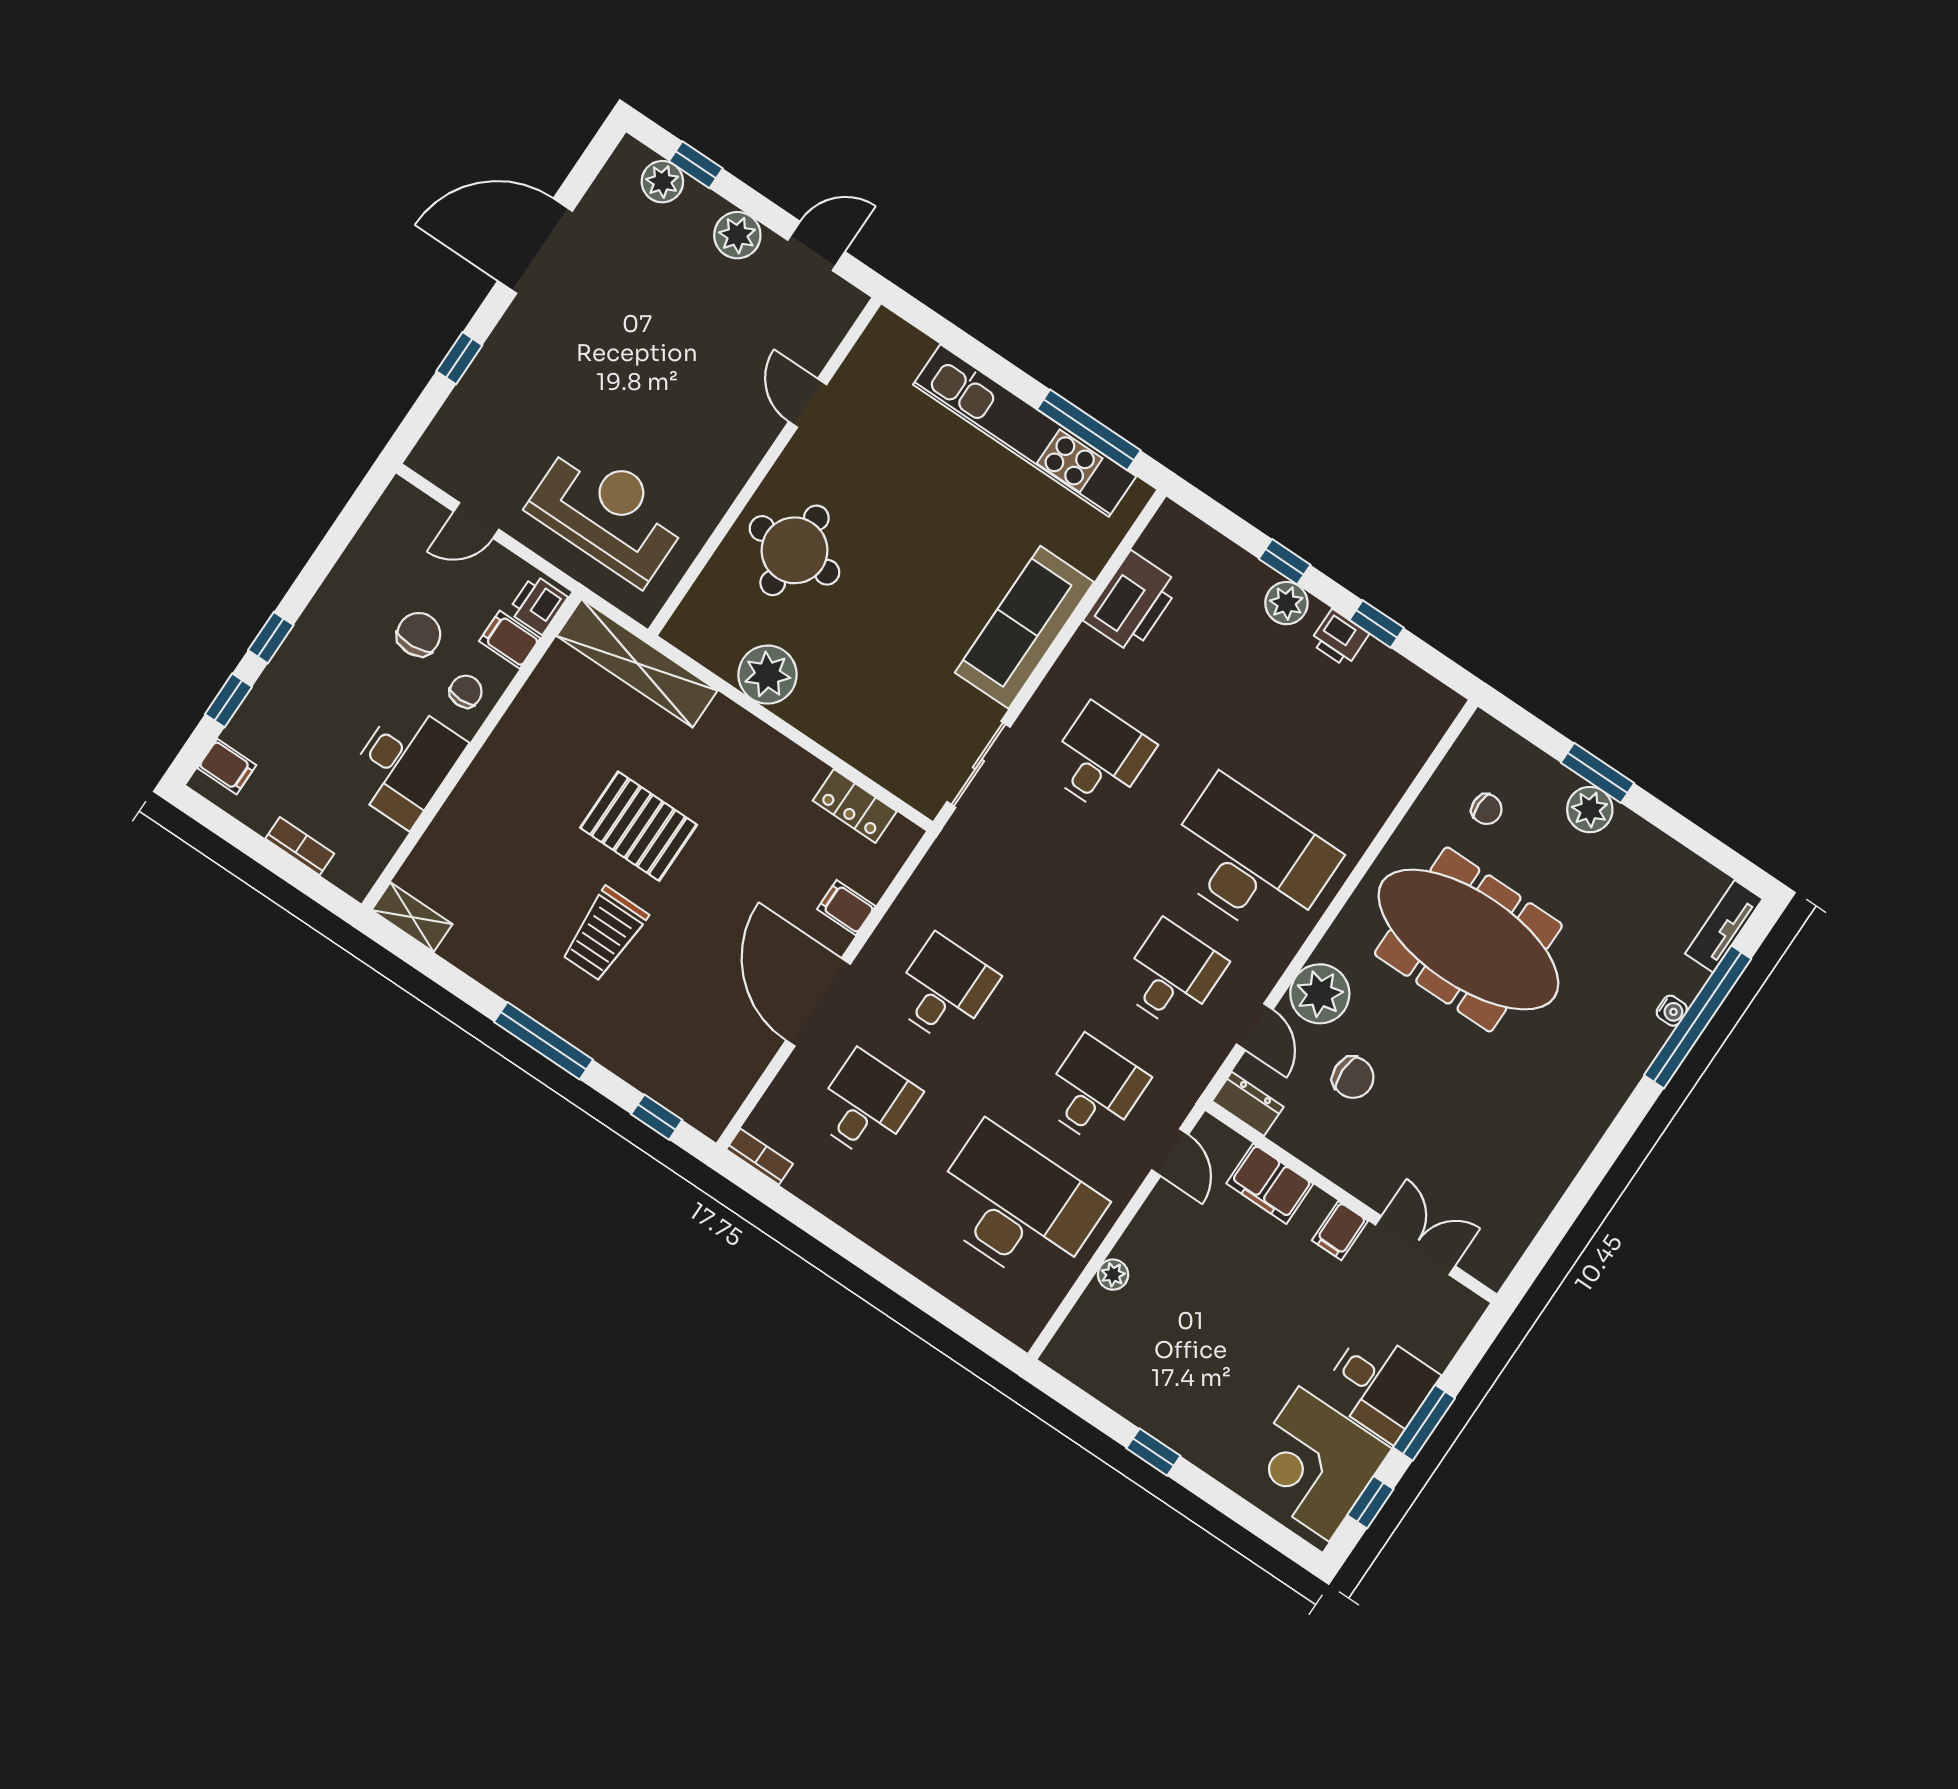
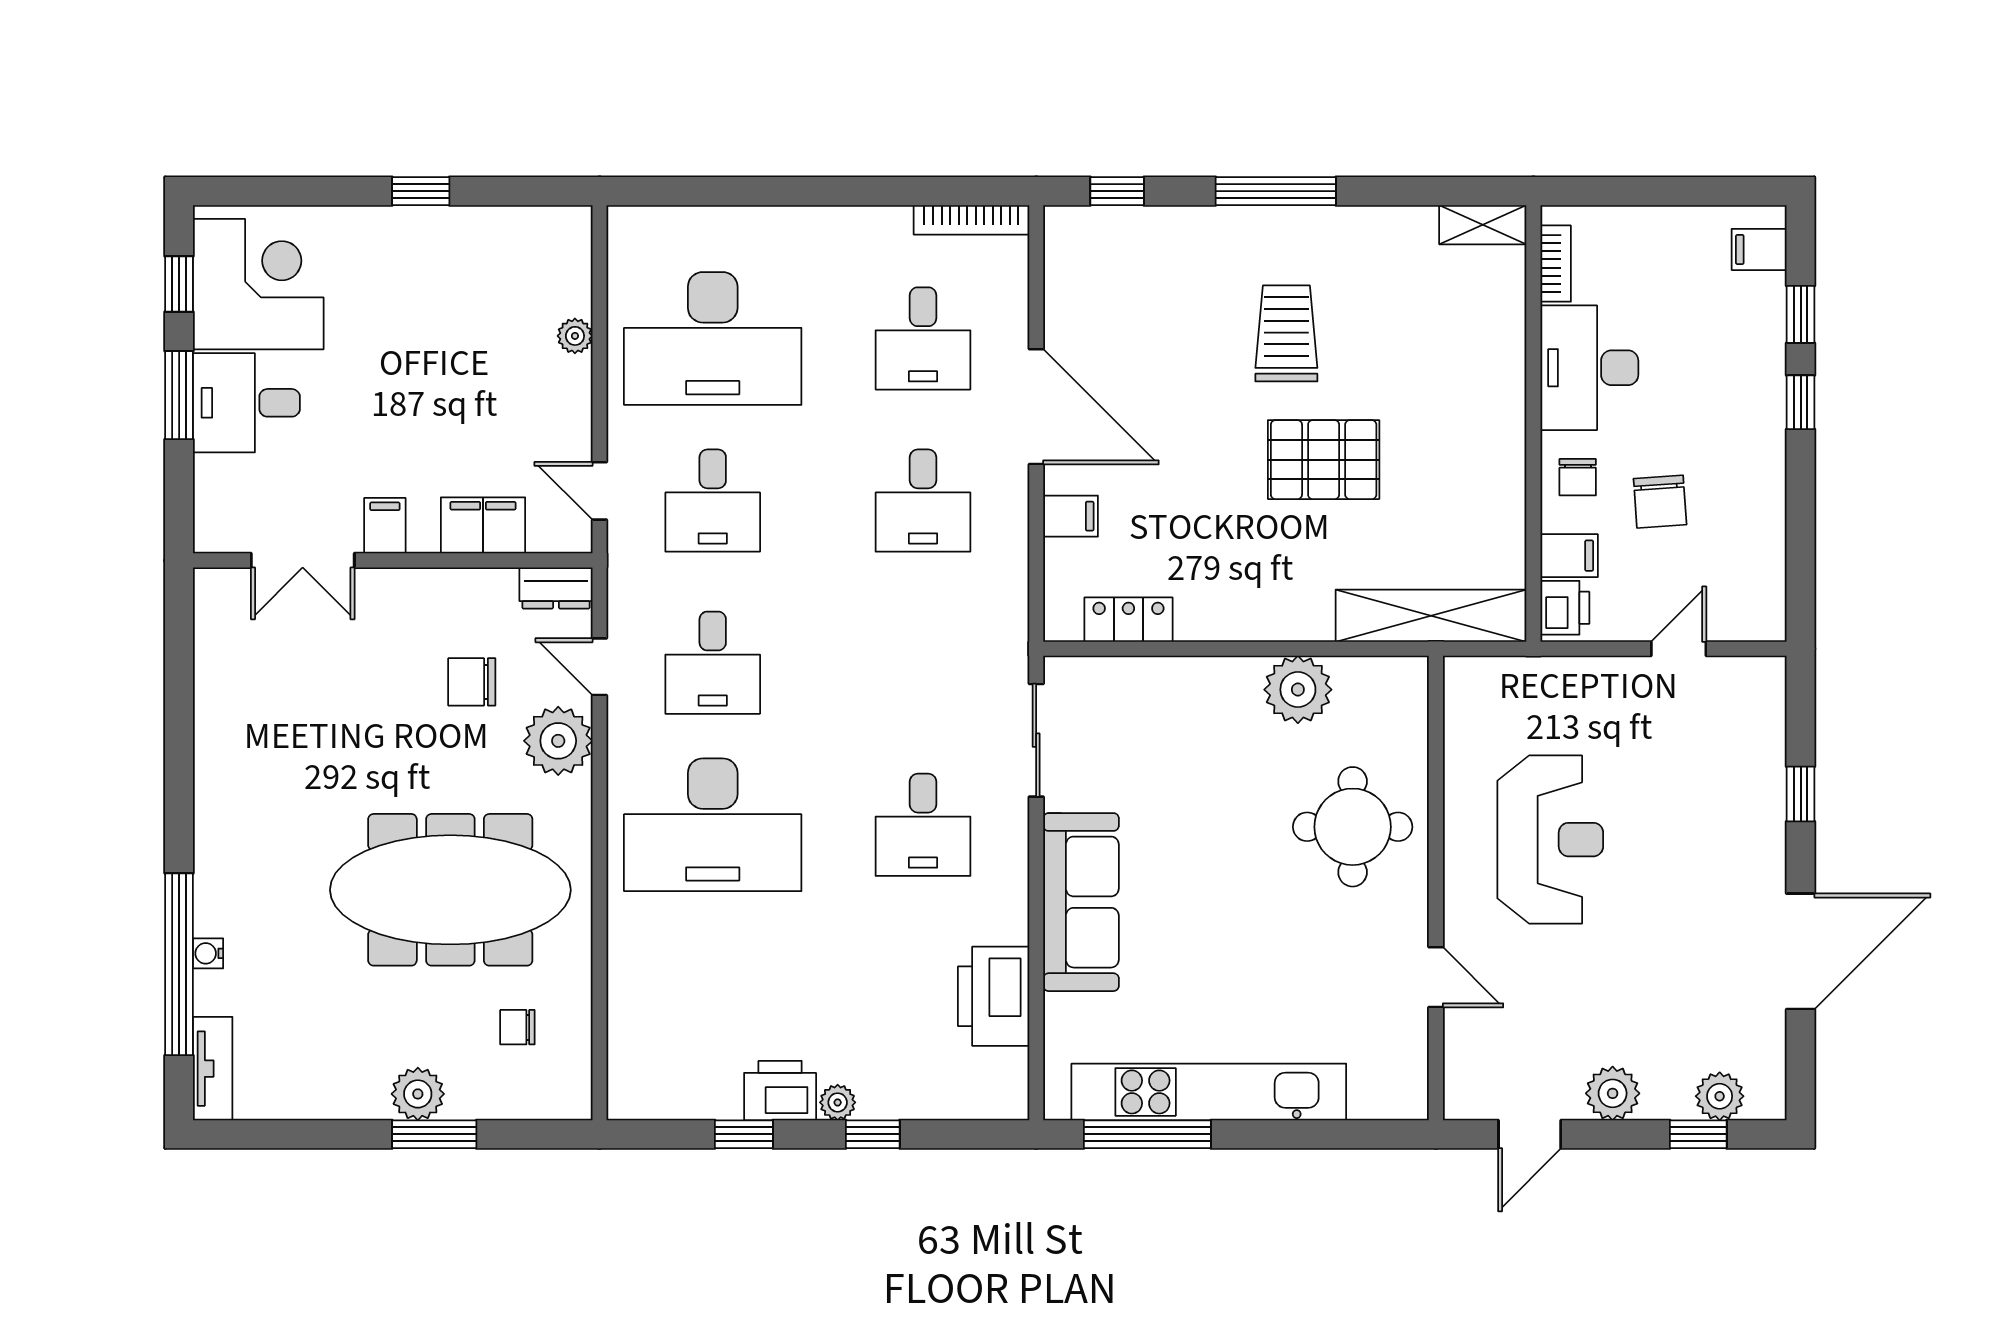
reception desk: (608, 513) -> (1550, 840), moved, turned -90
plant: (1286, 603) -> (838, 1102), width x0.73, depth x0.73
printer: (1339, 638) -> (780, 1091), width x1.36, depth x1.24
bookcase: (300, 846) -> (1556, 264), moved, turned -90
bookcase: (760, 1157) -> (971, 220), width x1.56

